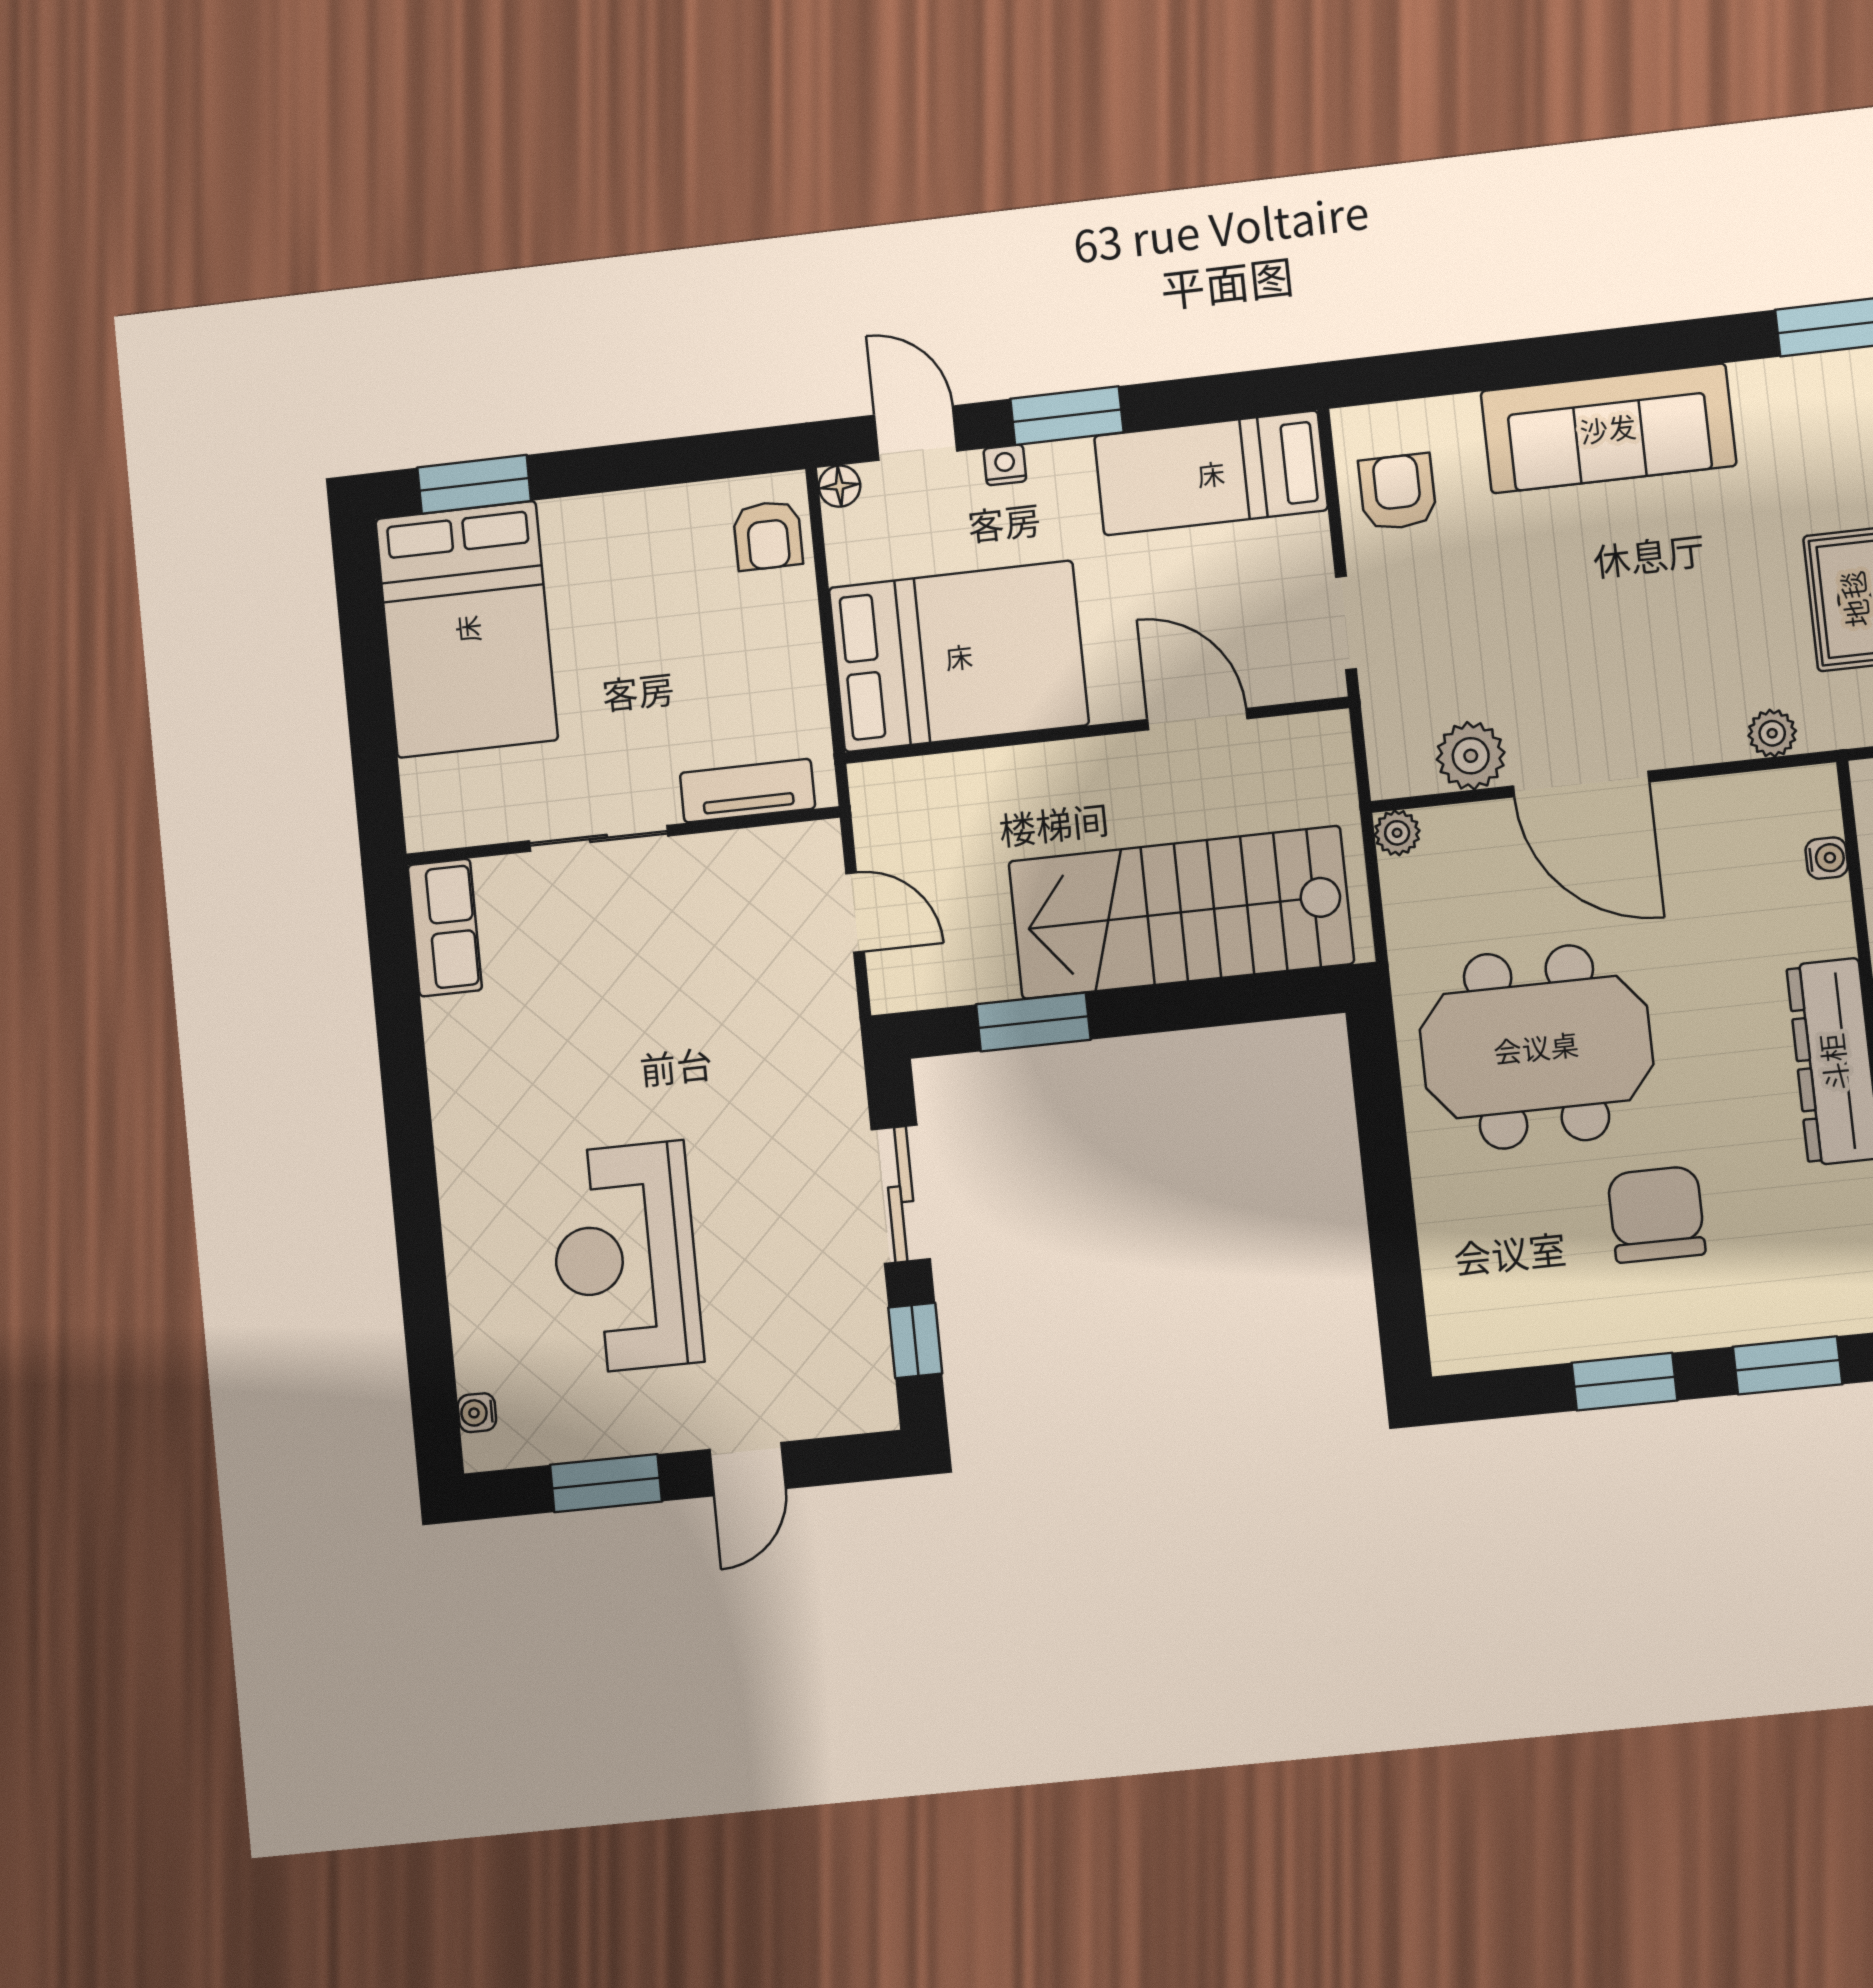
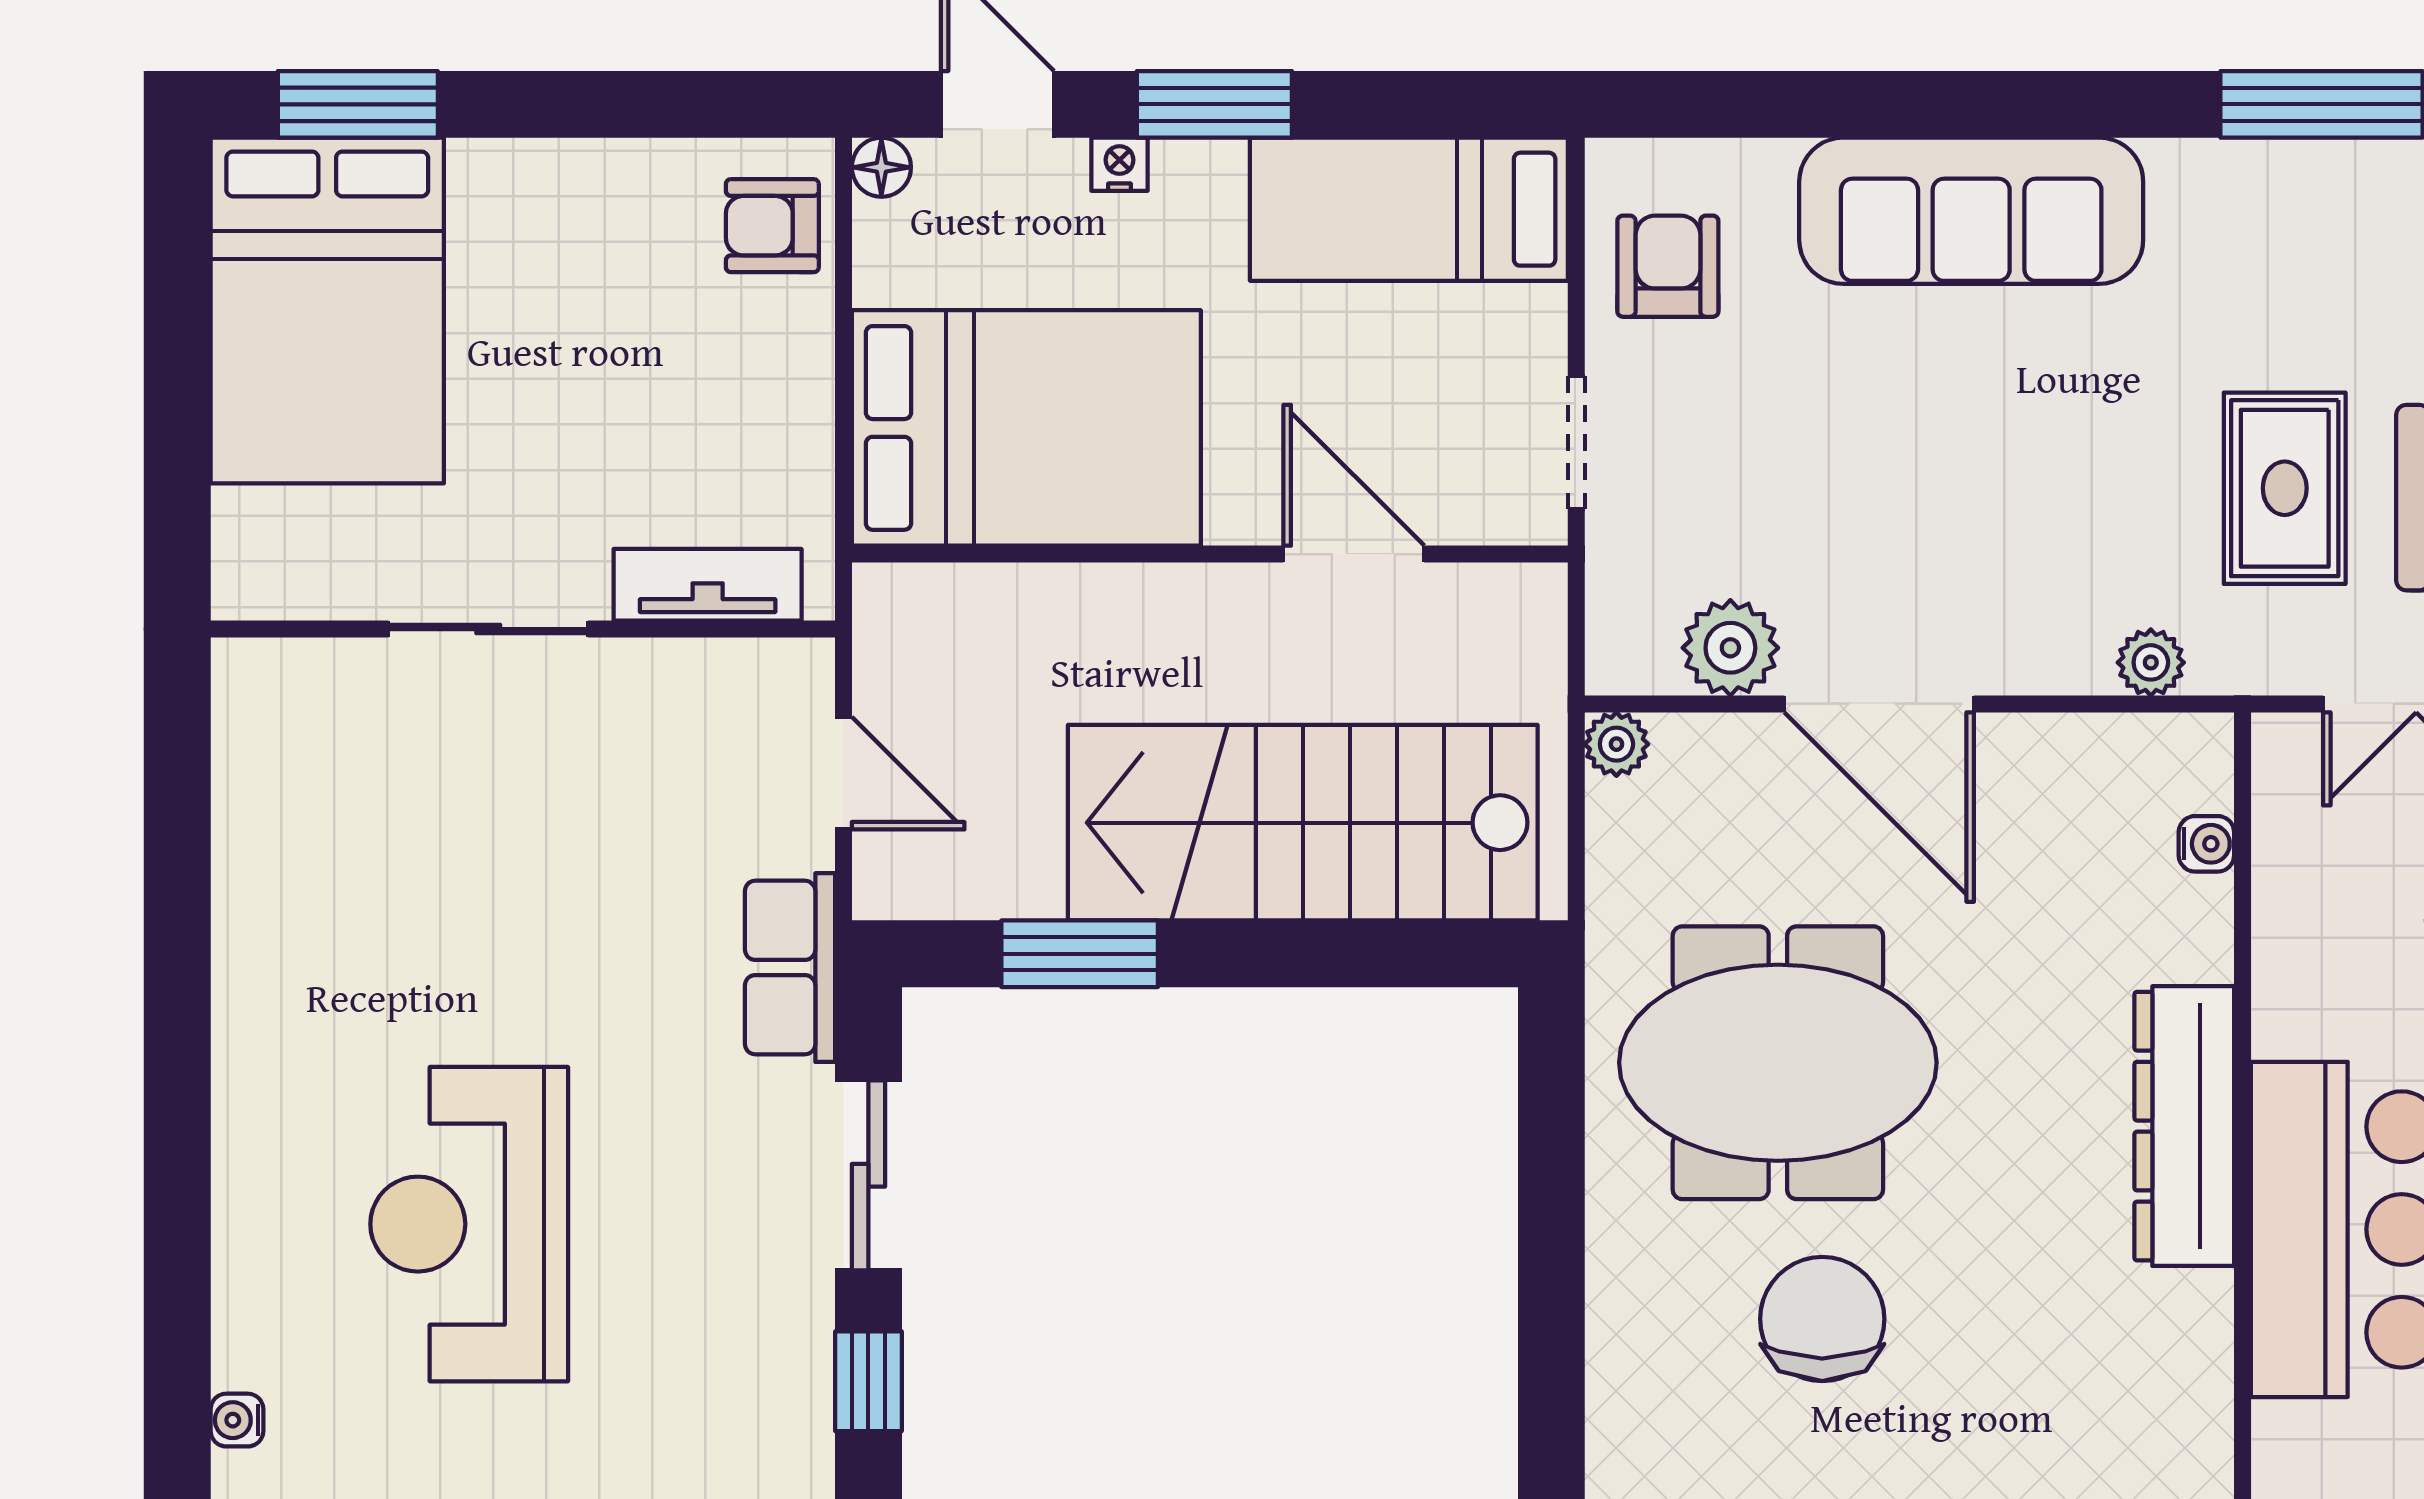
armchair: (768, 535) -> (772, 226), turned 90
row of seats: (445, 928) -> (790, 968), moved, turned 180
chair: (1656, 1214) -> (1822, 1319), moved

